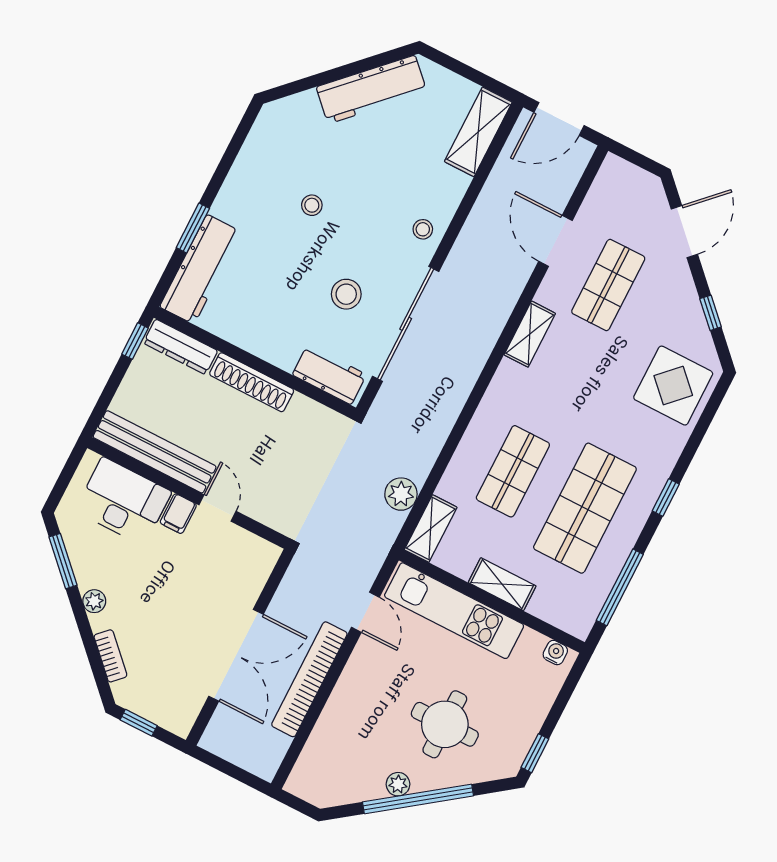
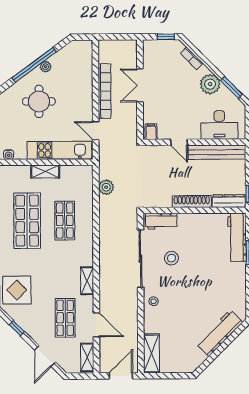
workbench: (372, 90) -> (219, 333), moved
stool: (312, 205) -> (205, 288), removed
filing cabinet: (178, 514) -> (151, 132), moved
shelving: (431, 529) -> (87, 357), moved
plant: (94, 601) -> (210, 84), width x1.88, depth x1.88
double door: (236, 655) -> (140, 85), width x0.73

